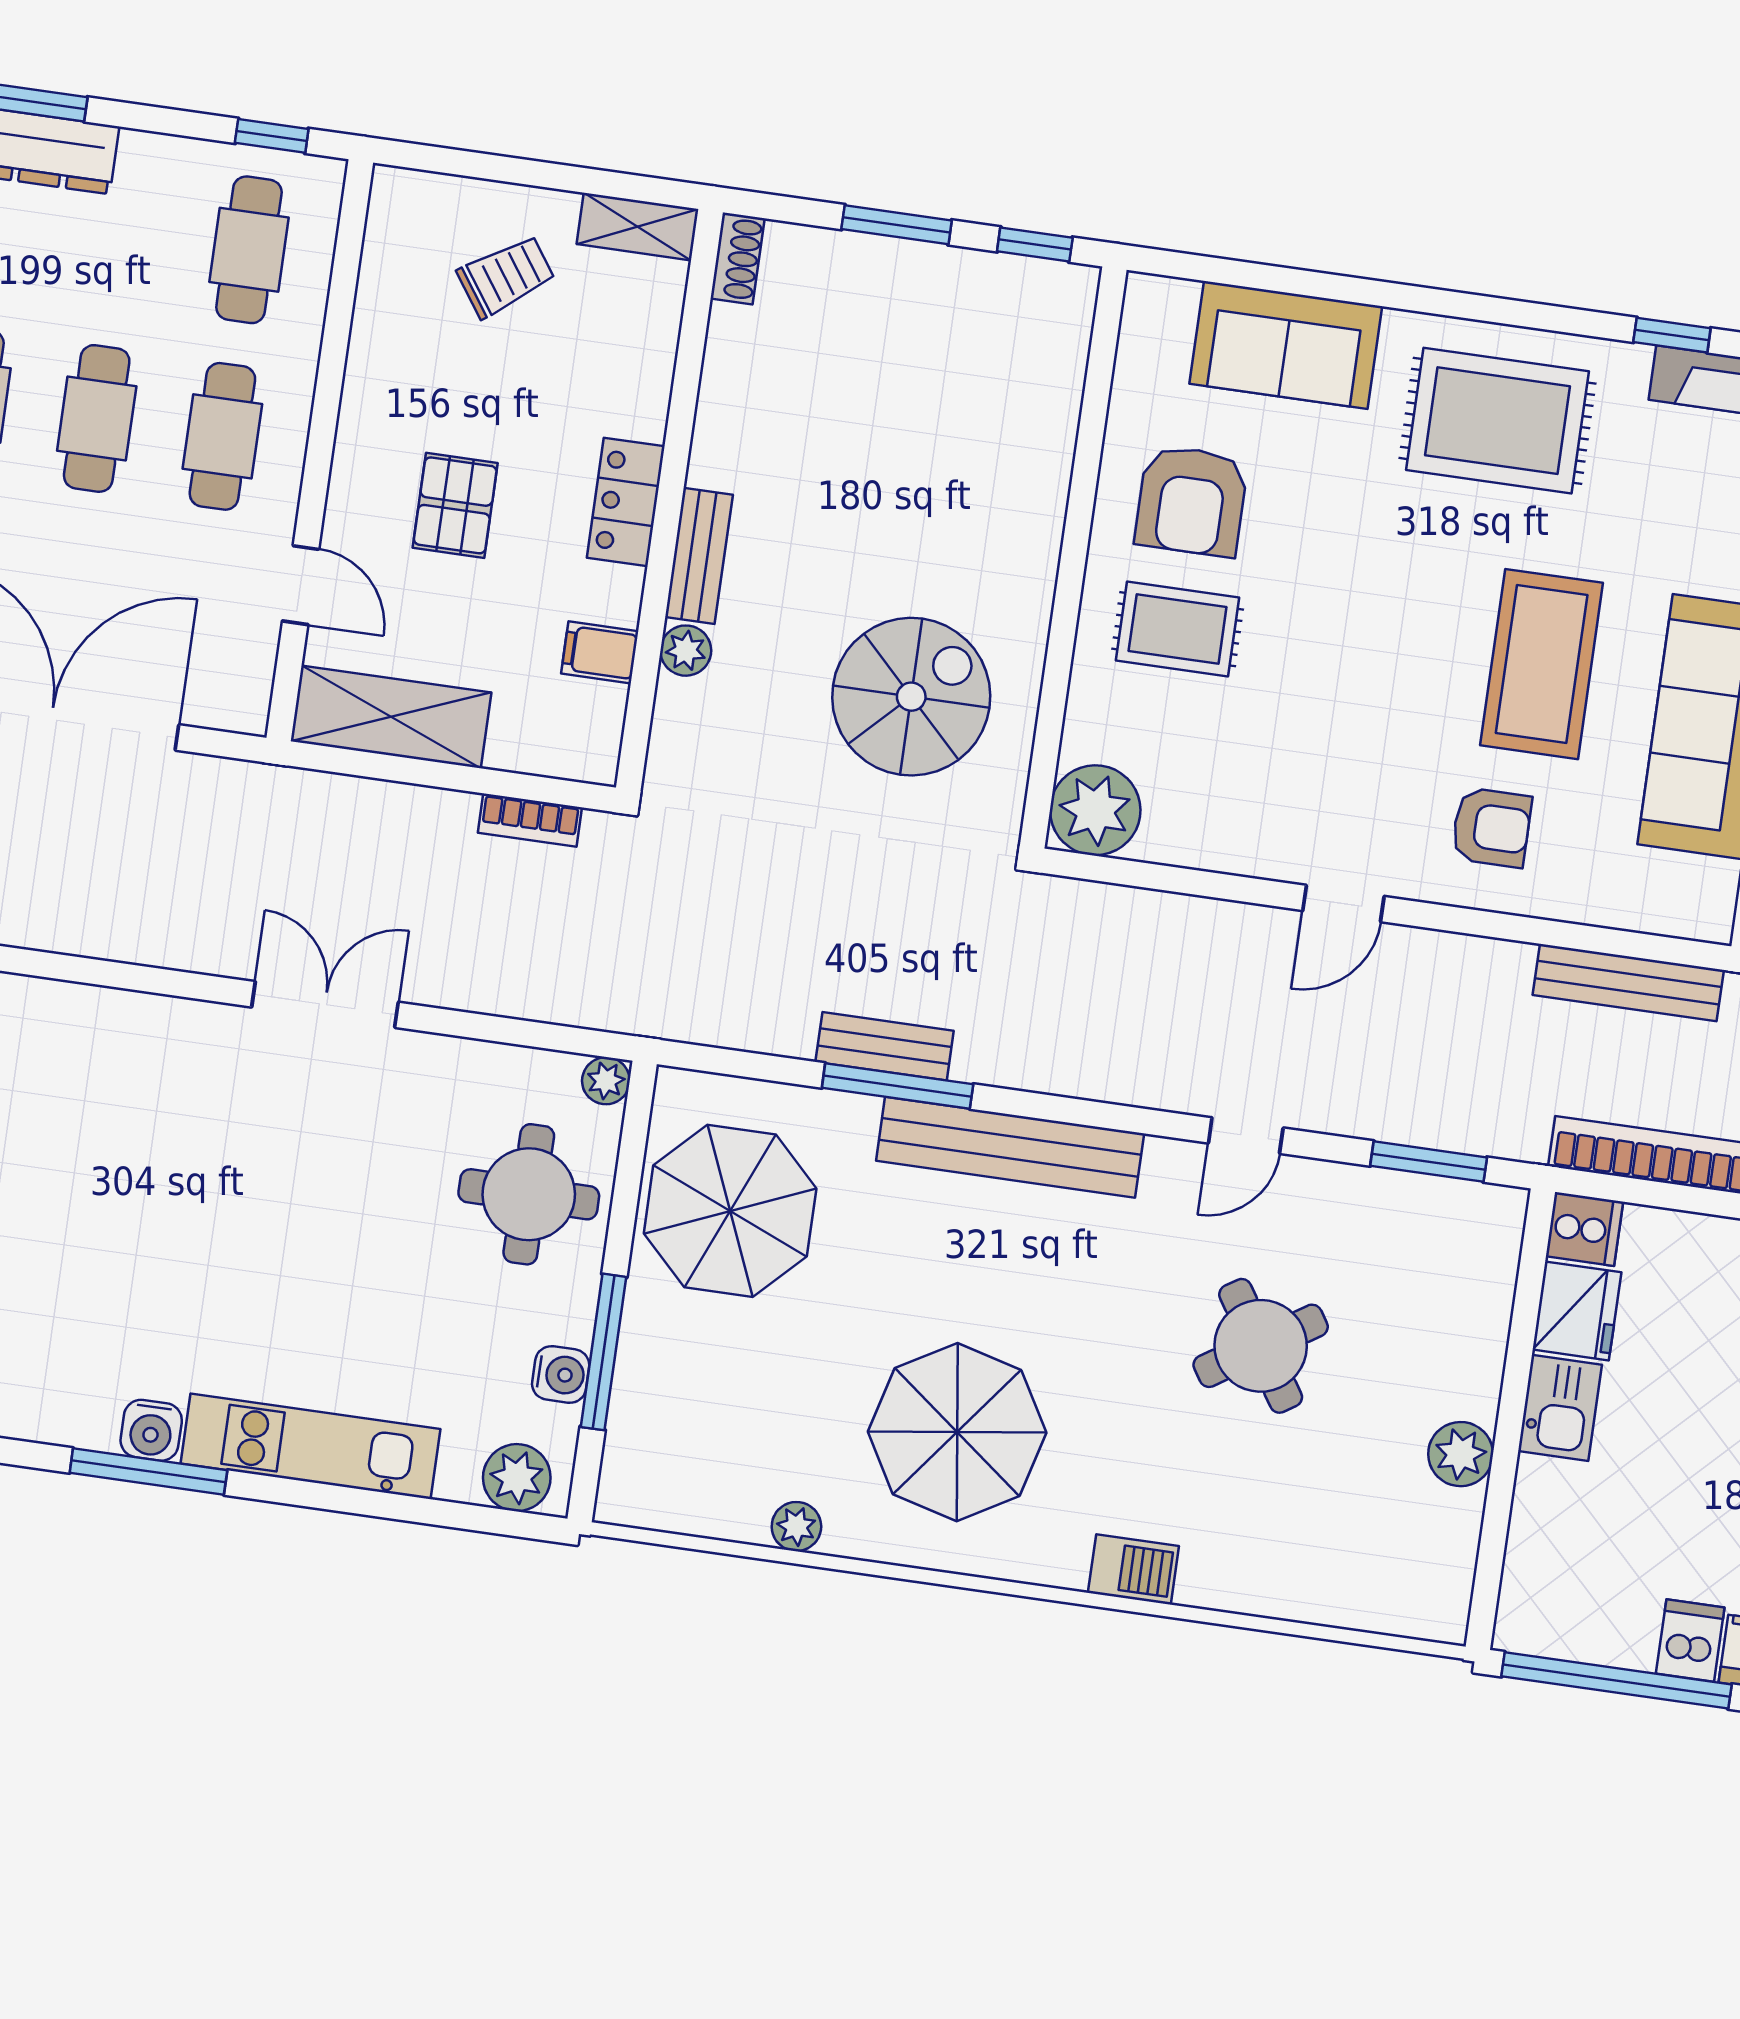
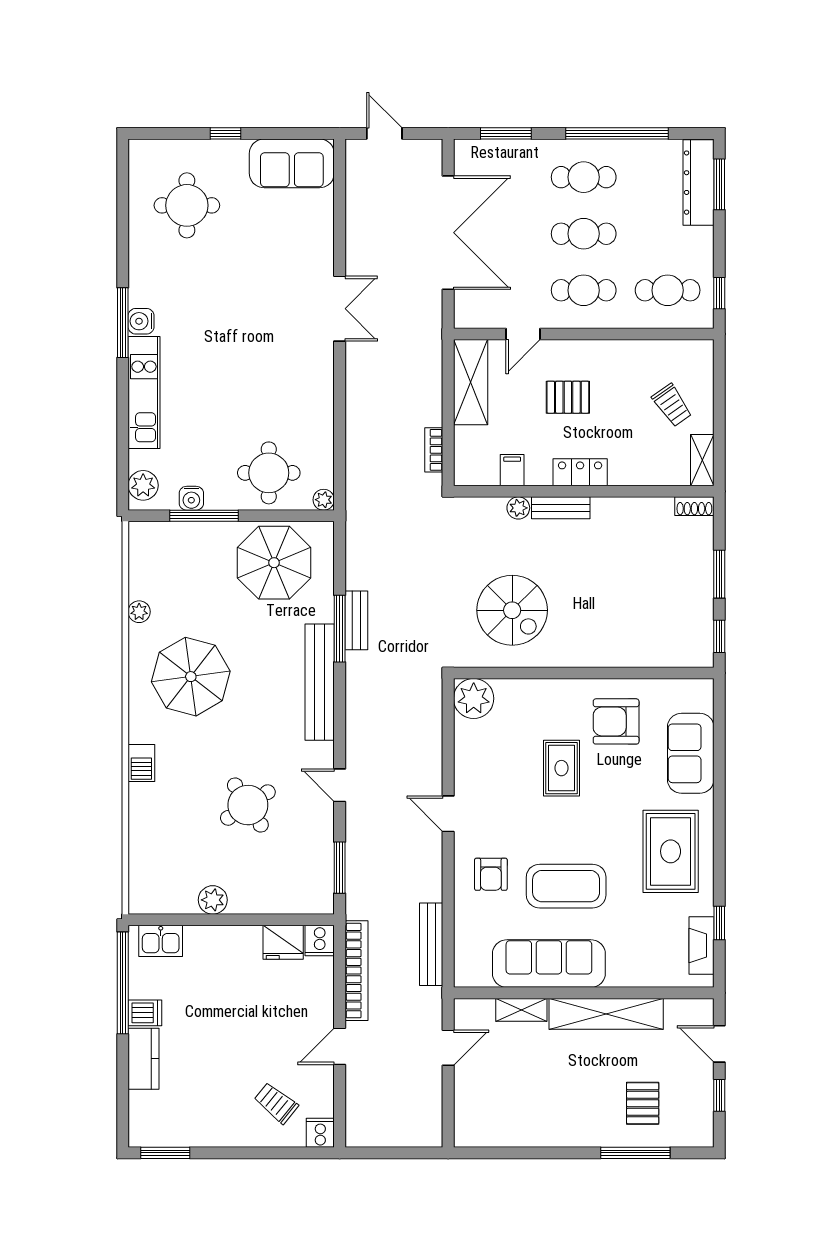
rug: (1178, 629) -> (561, 768), moved
double door: (325, 1005) -> (340, 309), moved
kitchen sink: (1560, 1408) -> (161, 941), moved

